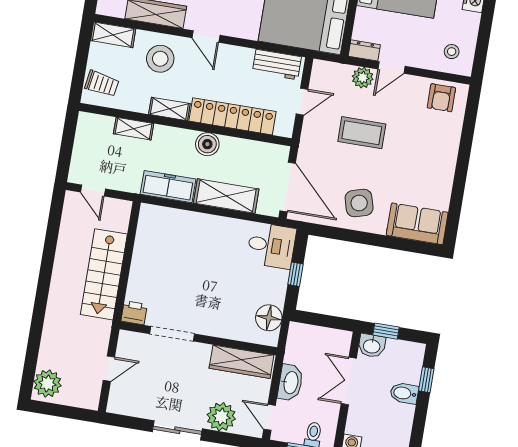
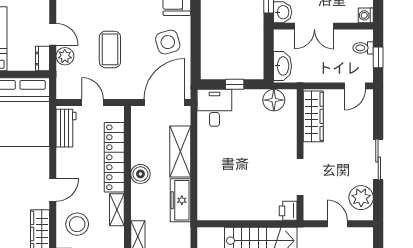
washbasin: (290, 383) -> (282, 66), moved, turned 90
plant: (221, 417) -> (361, 198), moved

